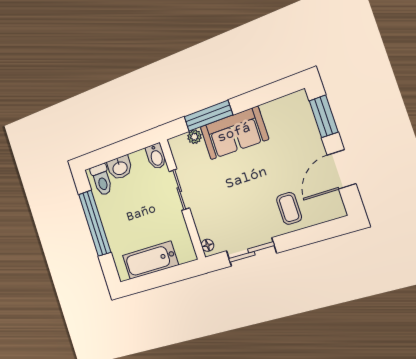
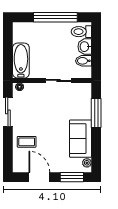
sofa: (234, 133) -> (81, 139), moved
plant: (194, 137) -> (87, 163), moved
bidet: (156, 156) -> (84, 61), moved
bathtub: (150, 260) -> (21, 61), moved

